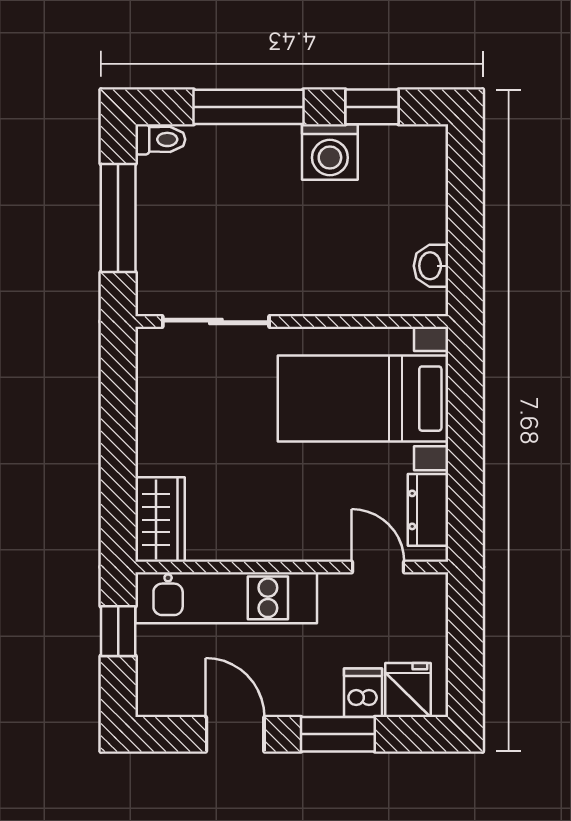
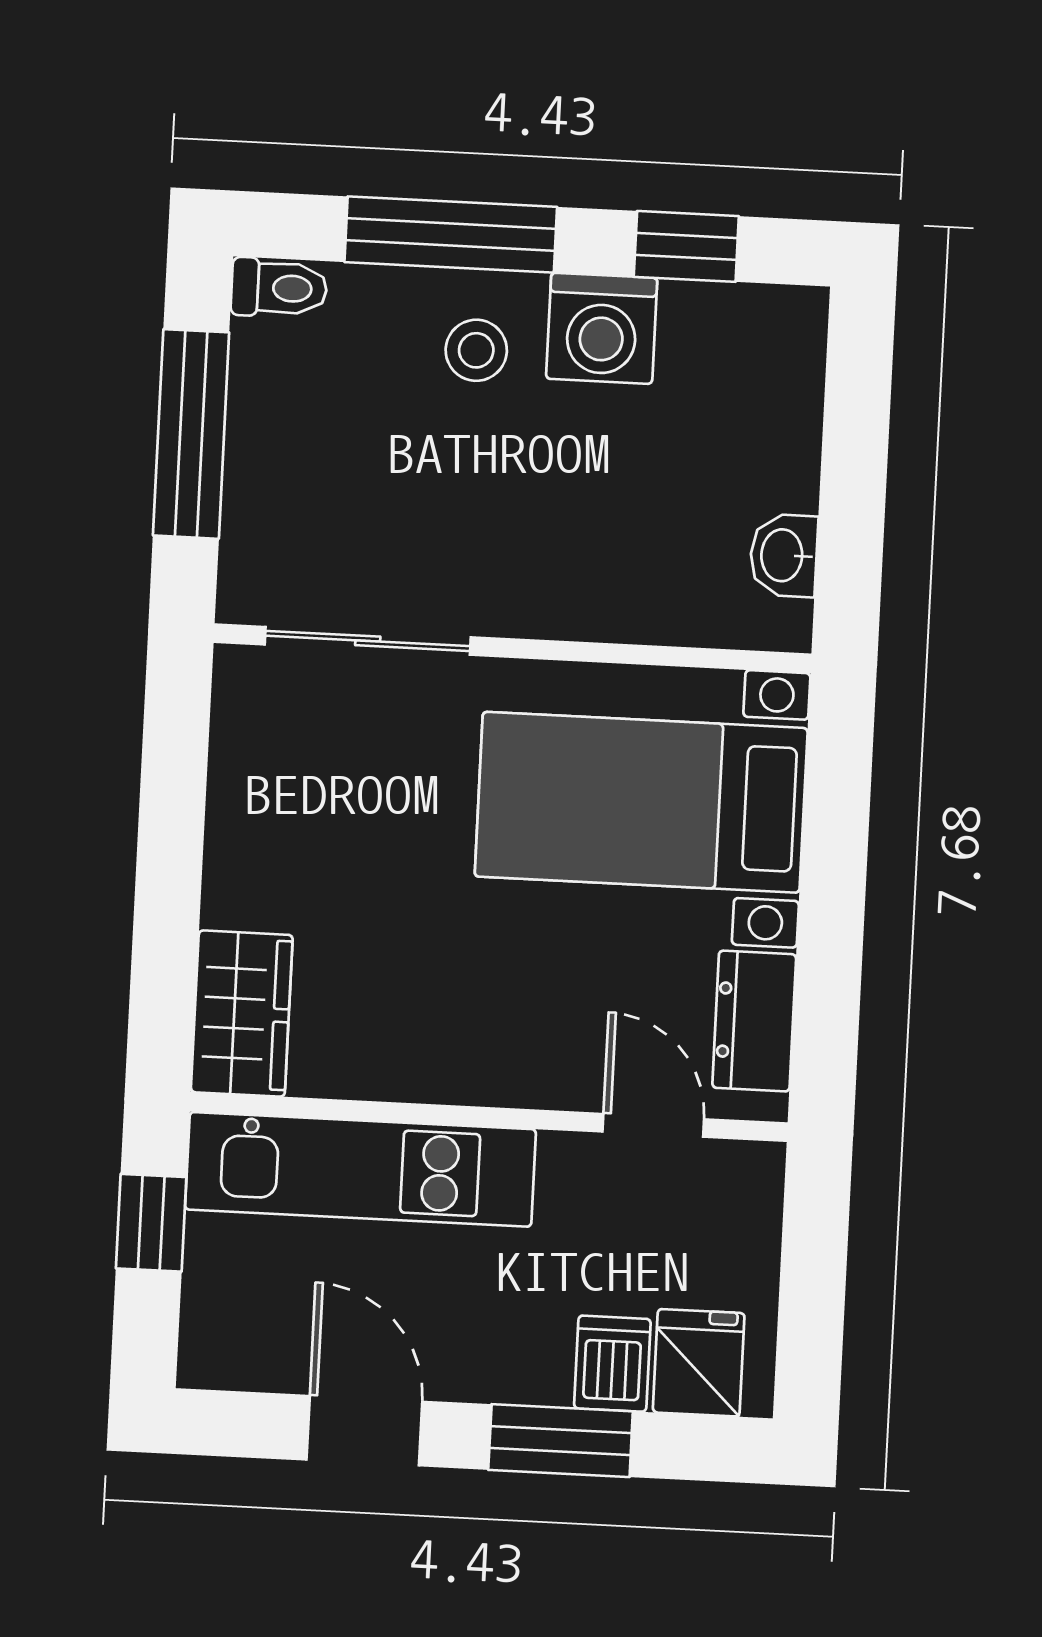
stool: (265, 167) -> (476, 350), added

